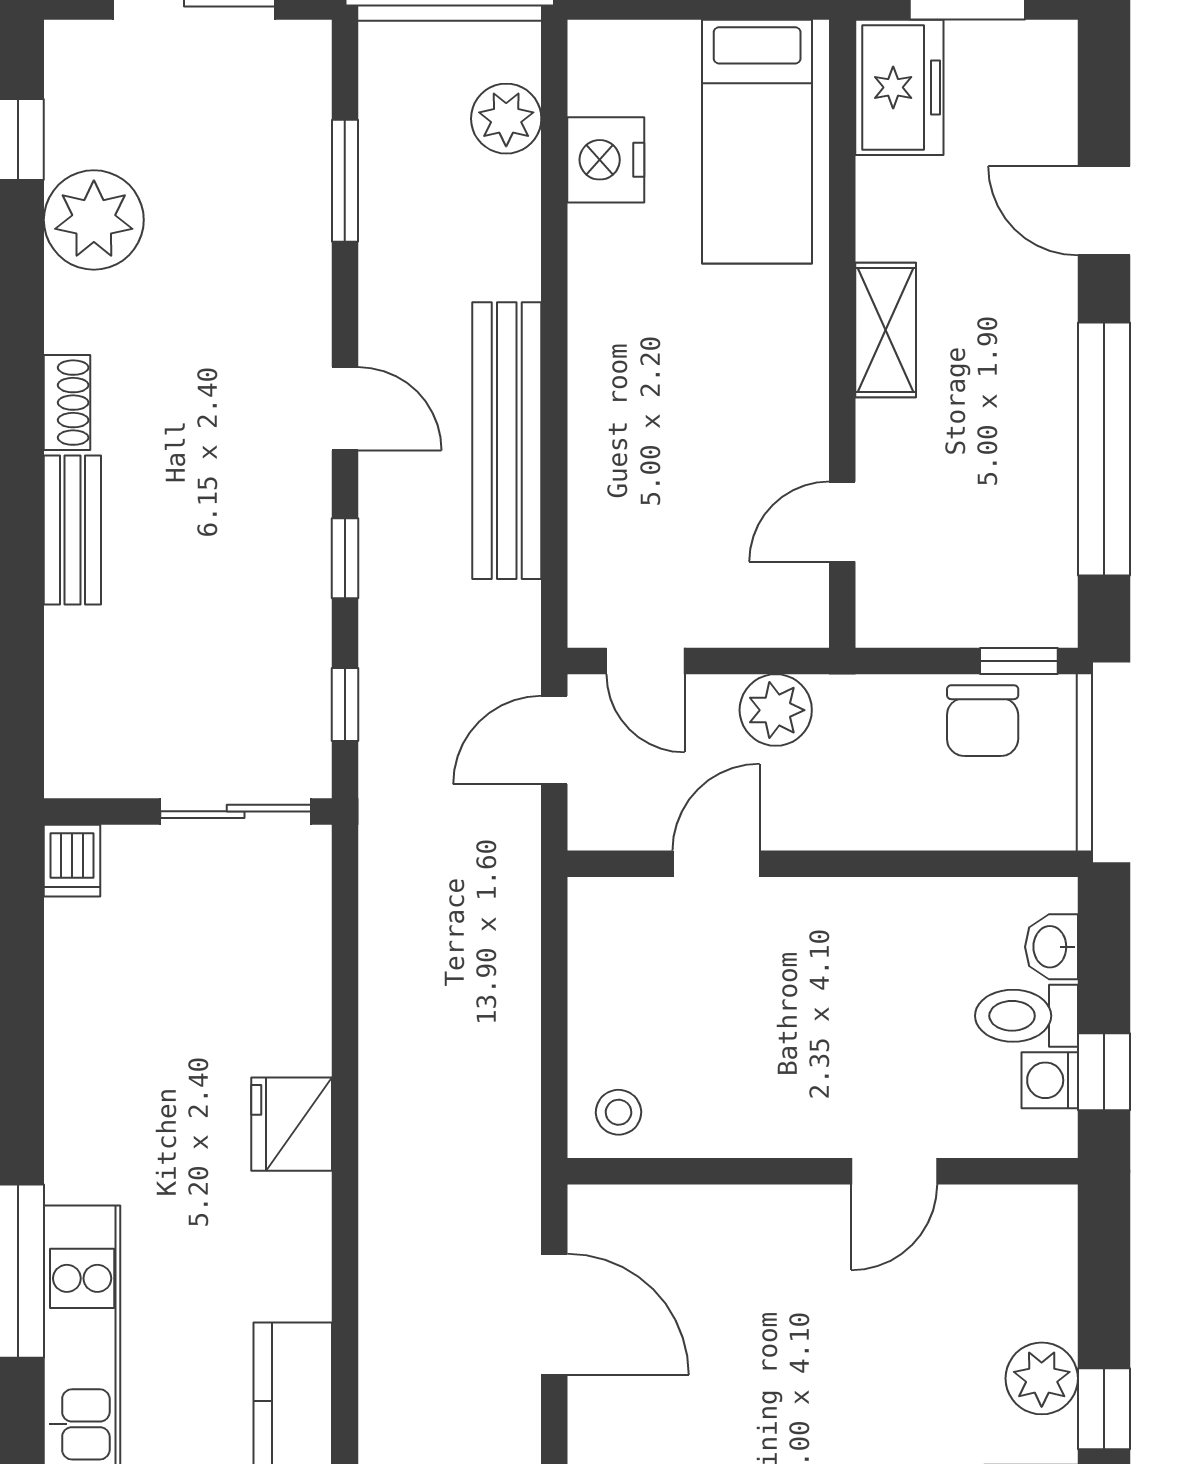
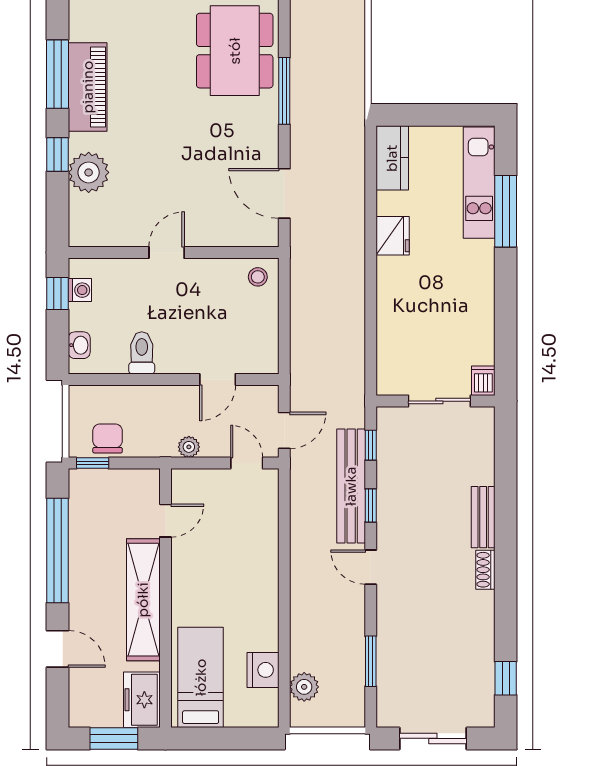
plant: (94, 220) -> (474, 645), removed
shelving: (886, 330) -> (143, 600), width x2.20, depth x1.33
bench: (507, 441) -> (351, 486), moved
plant: (776, 710) -> (189, 447), width x0.73, depth x0.73
sliding door: (236, 811) -> (439, 401), moved
toilet: (1026, 1016) -> (142, 353), moved, turned -90
fridge: (292, 1124) -> (393, 236), moved
door: (894, 1171) -> (167, 253), moved
plant: (1042, 1378) -> (89, 172), width x1.36, depth x1.36

